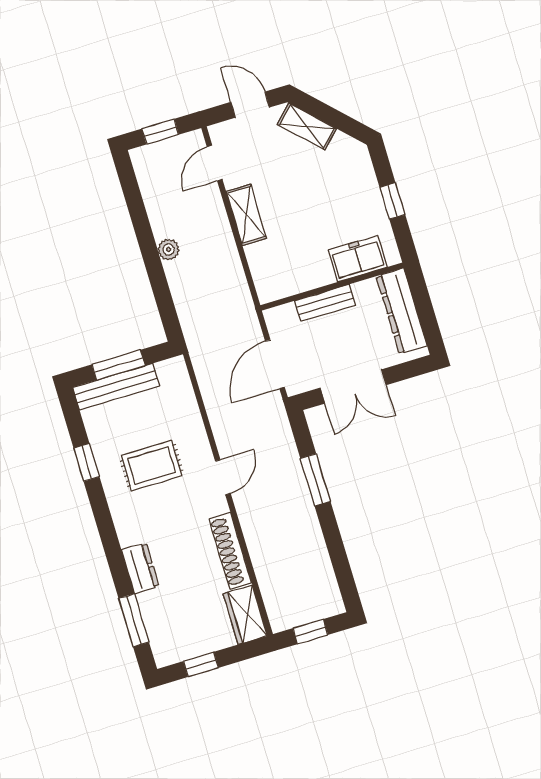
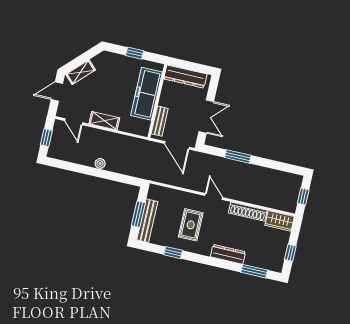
freezer: (358, 259) -> (147, 94), width x1.91, depth x1.26
bench: (325, 303) -> (160, 121), moved
dresser: (140, 568) -> (228, 254), width x1.44

